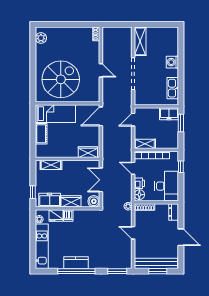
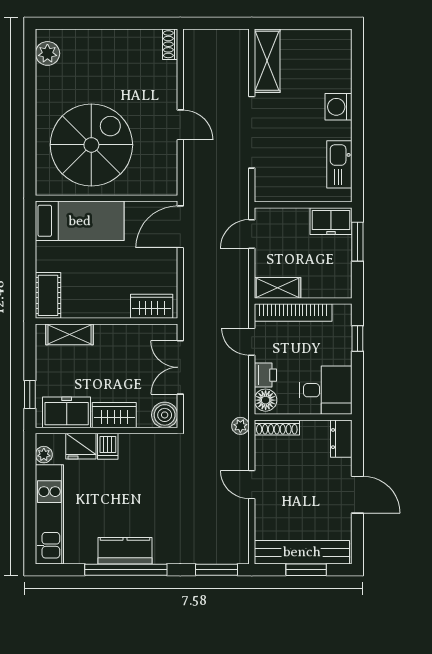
cot: (41, 134) -> (48, 295), moved
desk: (167, 186) -> (326, 390), width x0.73

